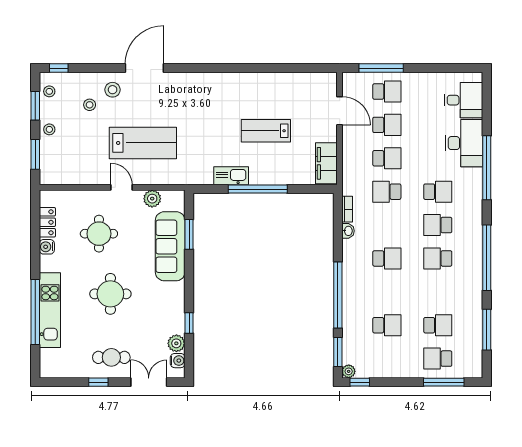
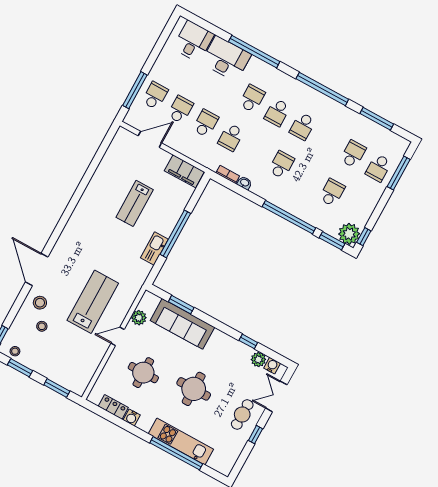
stool: (49, 129) -> (44, 367), removed
plant: (349, 371) -> (349, 234), width x1.87, depth x1.87

